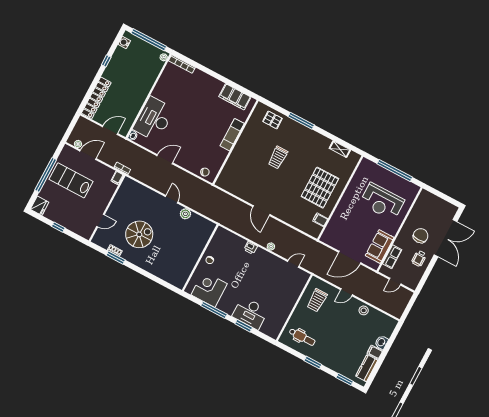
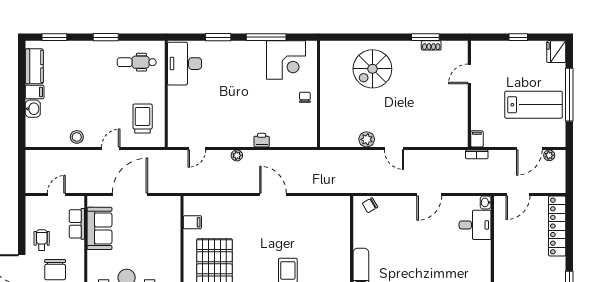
desk: (154, 119) -> (475, 225), width x0.53, depth x0.77
spiral stairs: (139, 234) -> (372, 69), moved
desk: (250, 313) -> (185, 64), moved, turned -90

